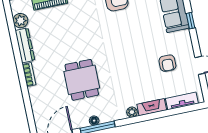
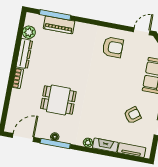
armchair: (167, 63) -> (133, 115), turned -128
dining table: (82, 80) -> (58, 100), turned 90

